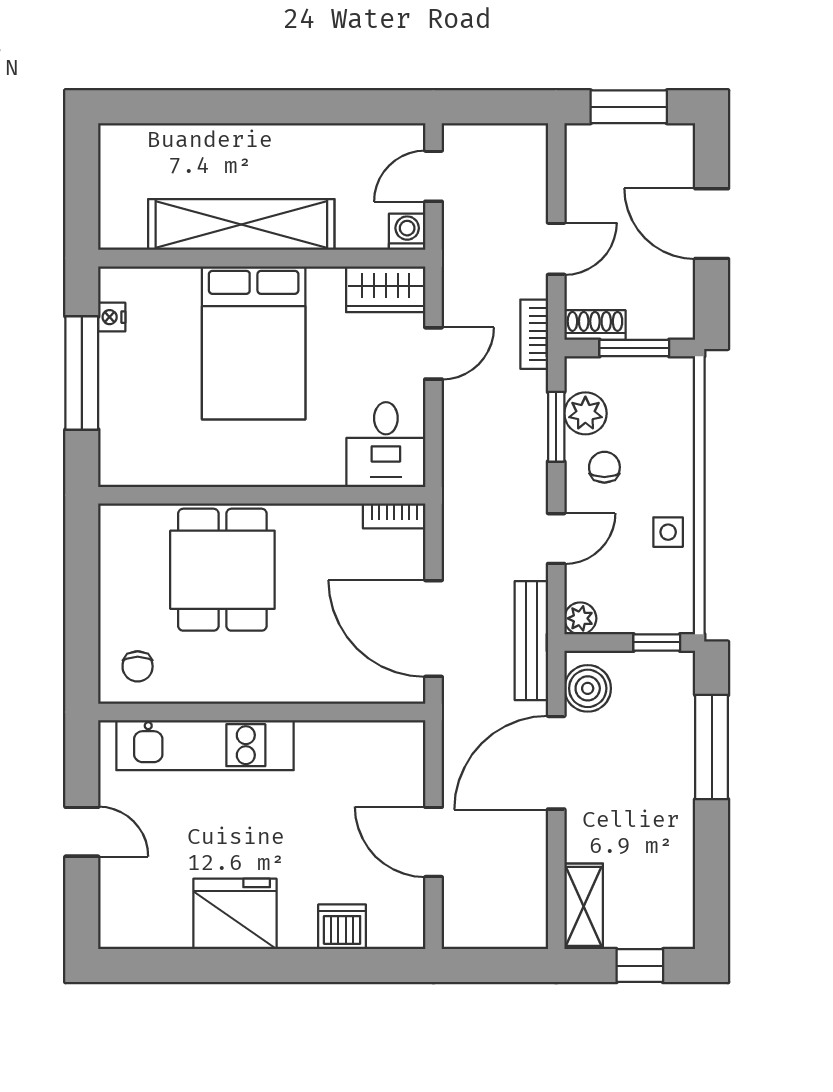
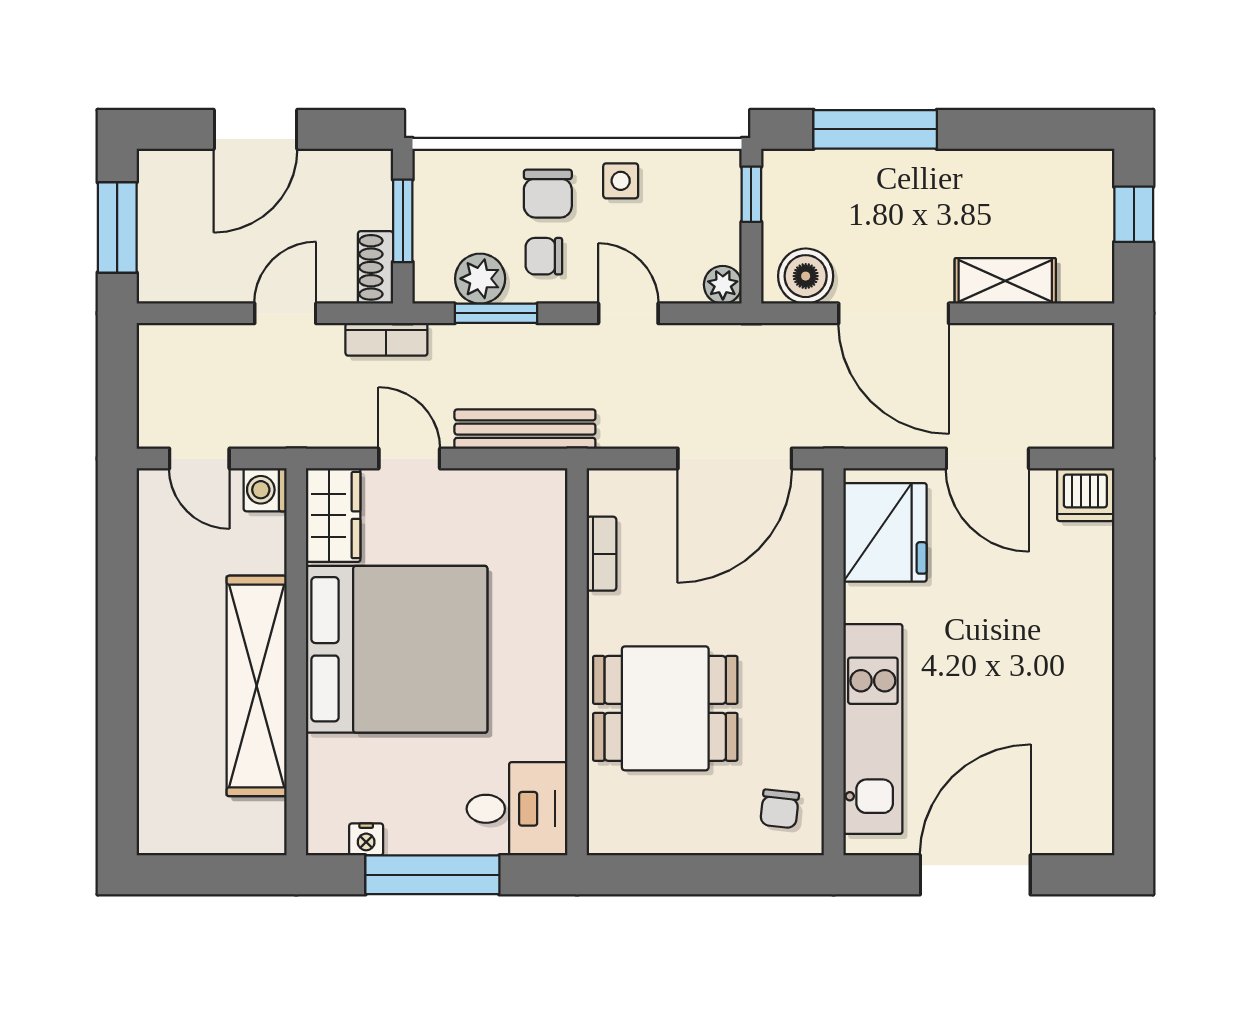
door: (556, 249) -> (285, 313), hinge flipped
bed: (254, 343) -> (397, 649), width x1.36
desk: (386, 445) -> (517, 809), moved
chair: (657, 471) -> (548, 194), added
bookcase: (394, 516) -> (602, 554), moved
bench: (531, 641) -> (525, 429), moved
chair: (138, 666) -> (780, 809), turned 96
door: (82, 832) -> (975, 875), width x1.88
door: (434, 842) -> (987, 459), hinge flipped
shelving: (584, 906) -> (1005, 281), moved
fridge: (235, 914) -> (885, 532), moved, turned 180
dishwasher: (342, 927) -> (1085, 495), moved, turned -90

